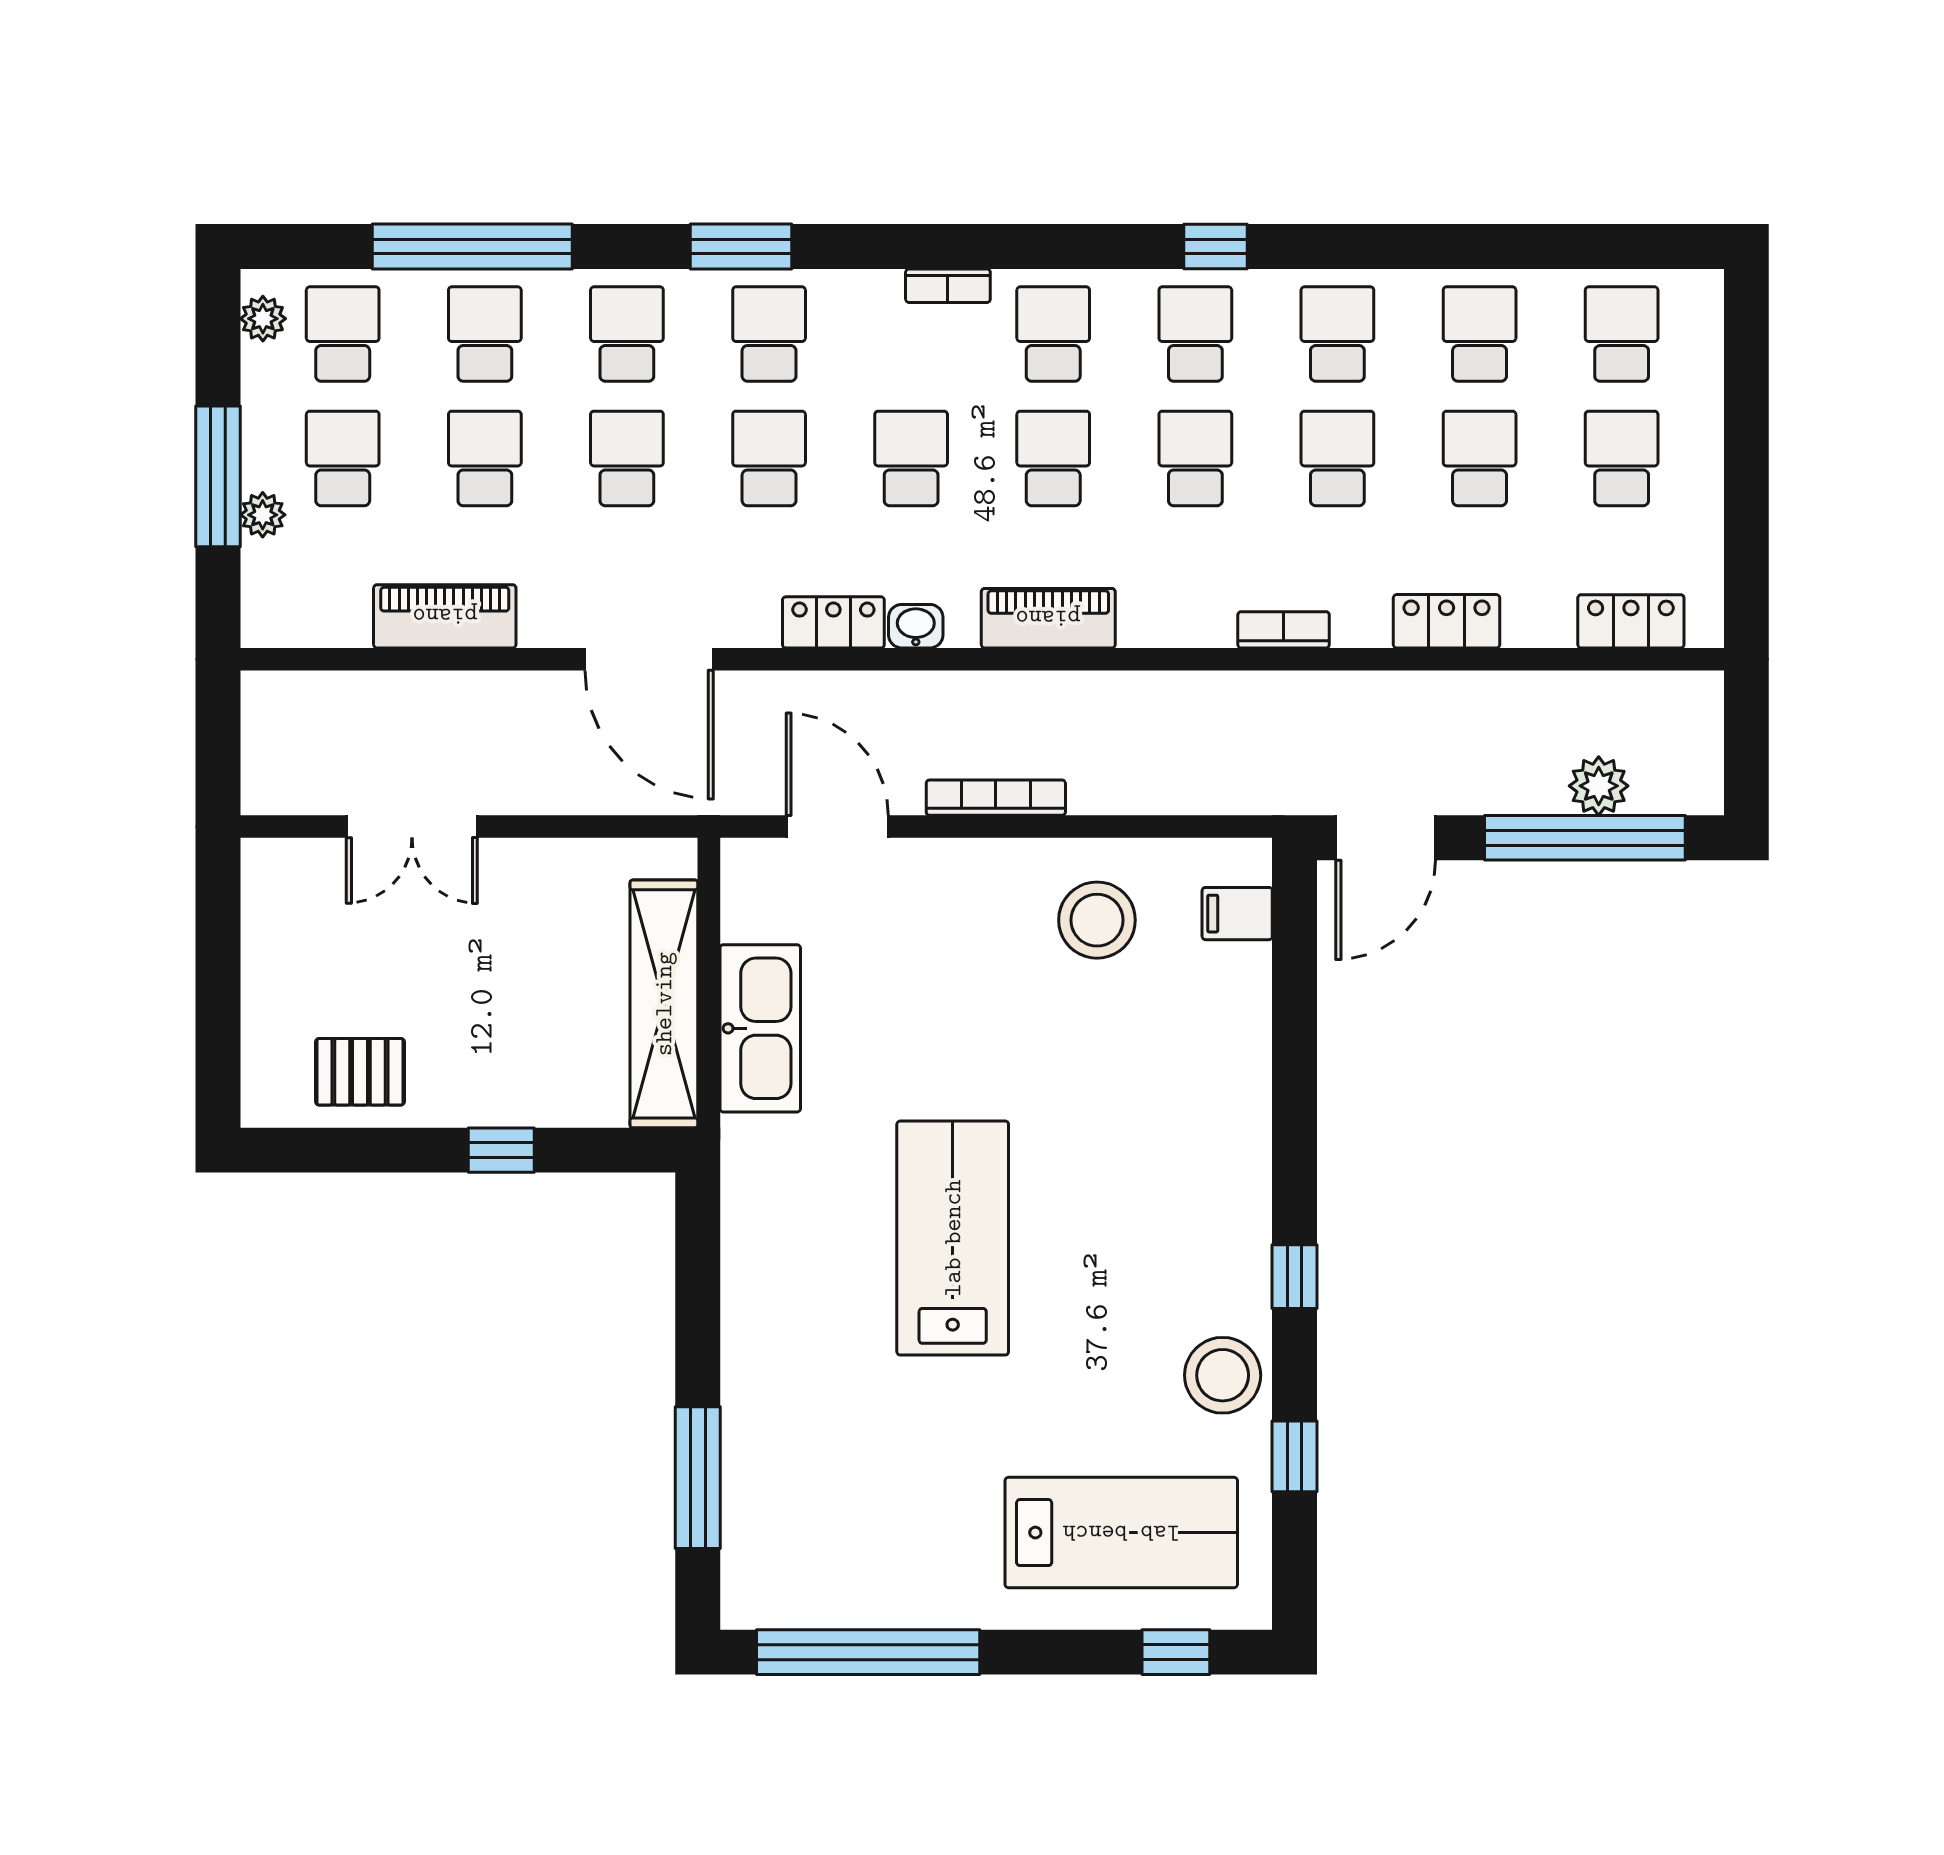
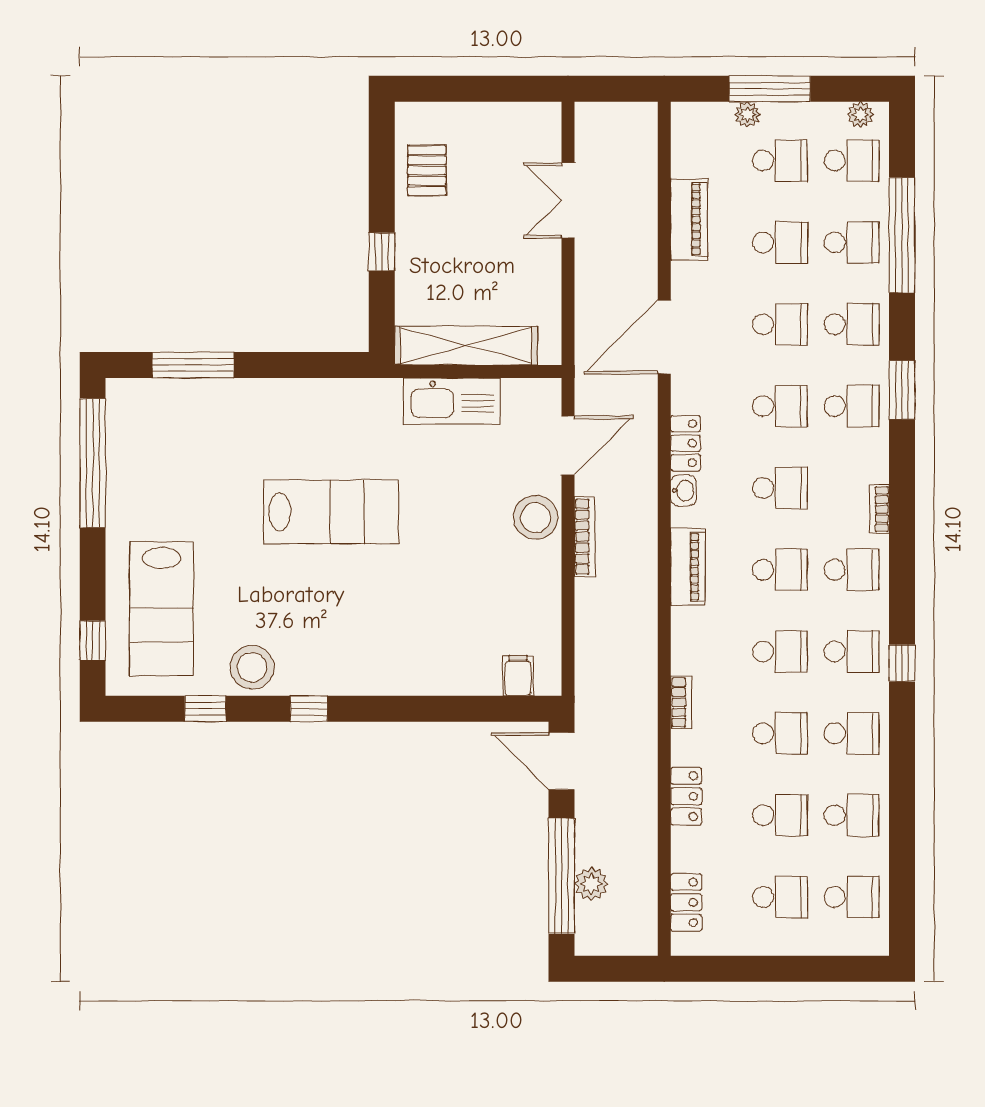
stool: (1097, 920) -> (536, 517), moved

